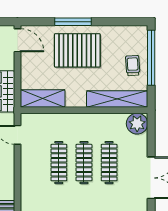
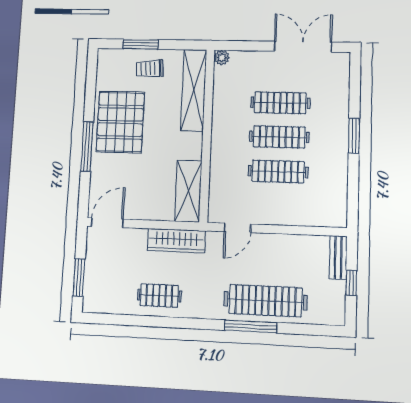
pallet: (77, 50) -> (120, 122), moved
window: (151, 58) -> (141, 44), width x0.47
plant: (137, 124) -> (222, 58), width x0.53, depth x0.53

